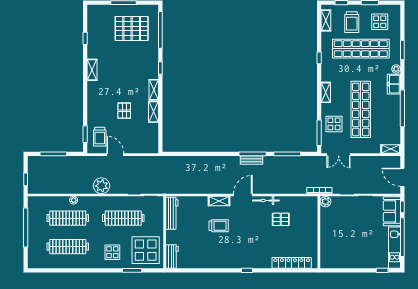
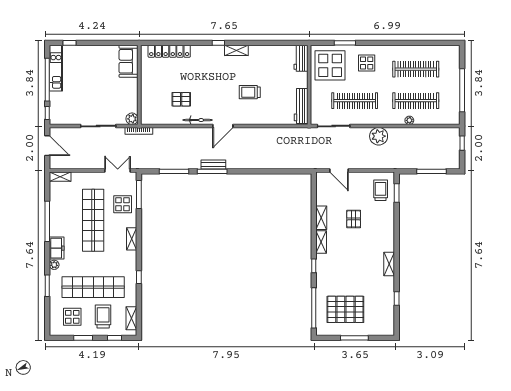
door: (115, 155) -> (339, 170), moved
shelving: (219, 201) -> (236, 50), moved
sofa: (392, 211) -> (129, 61), moved, turned 180

